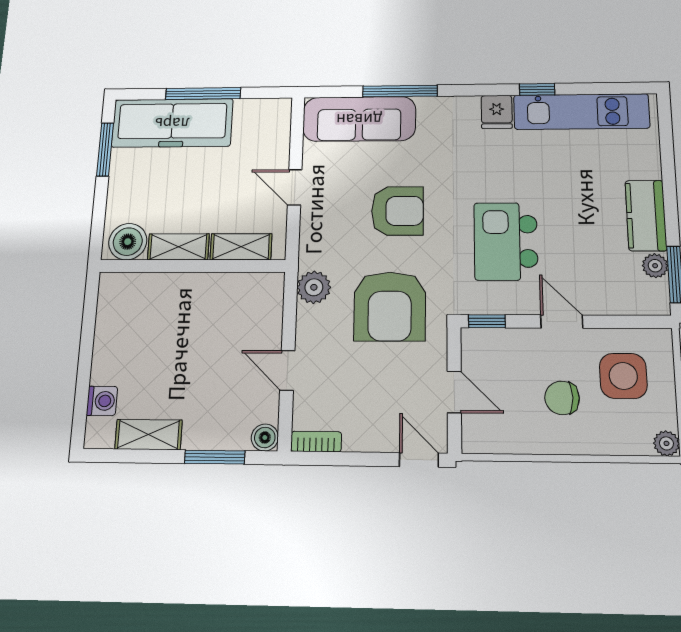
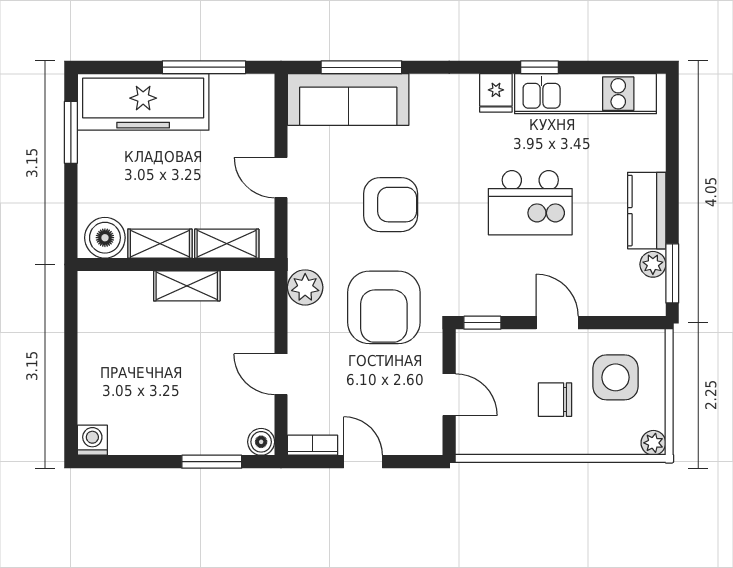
window: (400, 91) -> (361, 67), moved
window: (203, 93) -> (204, 67), moved
kitchen island: (506, 241) -> (530, 203), moved, turned -90
washing machine: (102, 401) -> (92, 440), moved, turned -90
shelving: (148, 435) -> (187, 286), moved
door: (419, 460) -> (363, 462), moved

